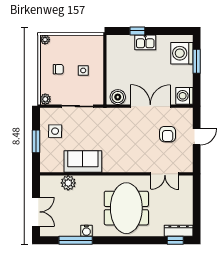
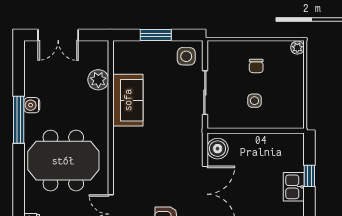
plant: (45, 99) -> (215, 48), removed
side table: (55, 131) -> (186, 56), moved
window: (76, 240) -> (19, 120), moved

